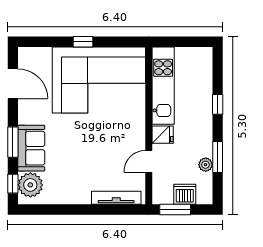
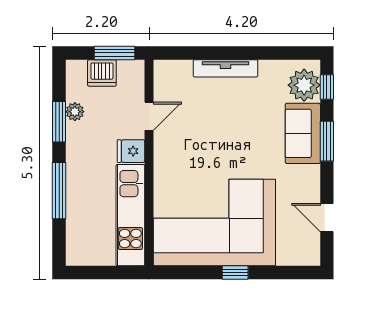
door: (13, 84) -> (327, 218), width x0.73
window: (218, 104) -> (59, 191), width x2.17
tv unit: (116, 198) -> (225, 68), moved

